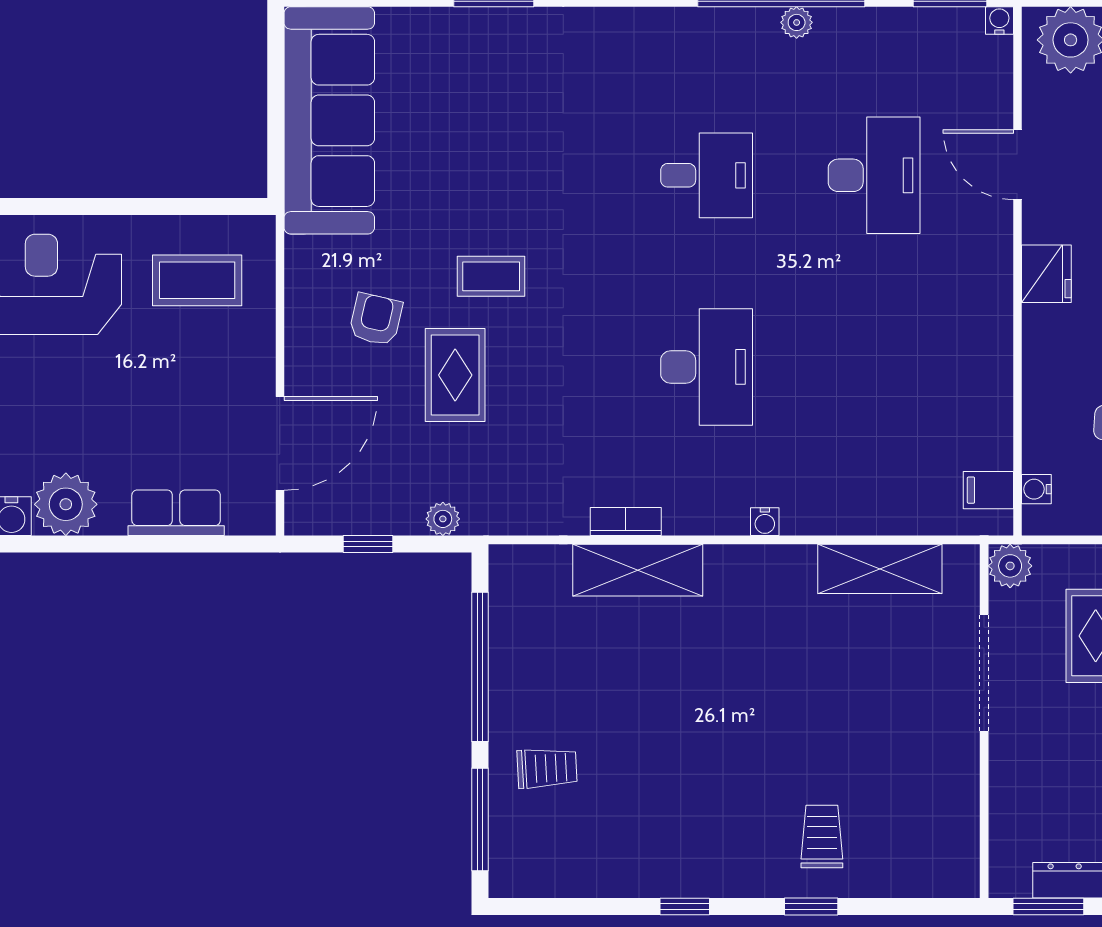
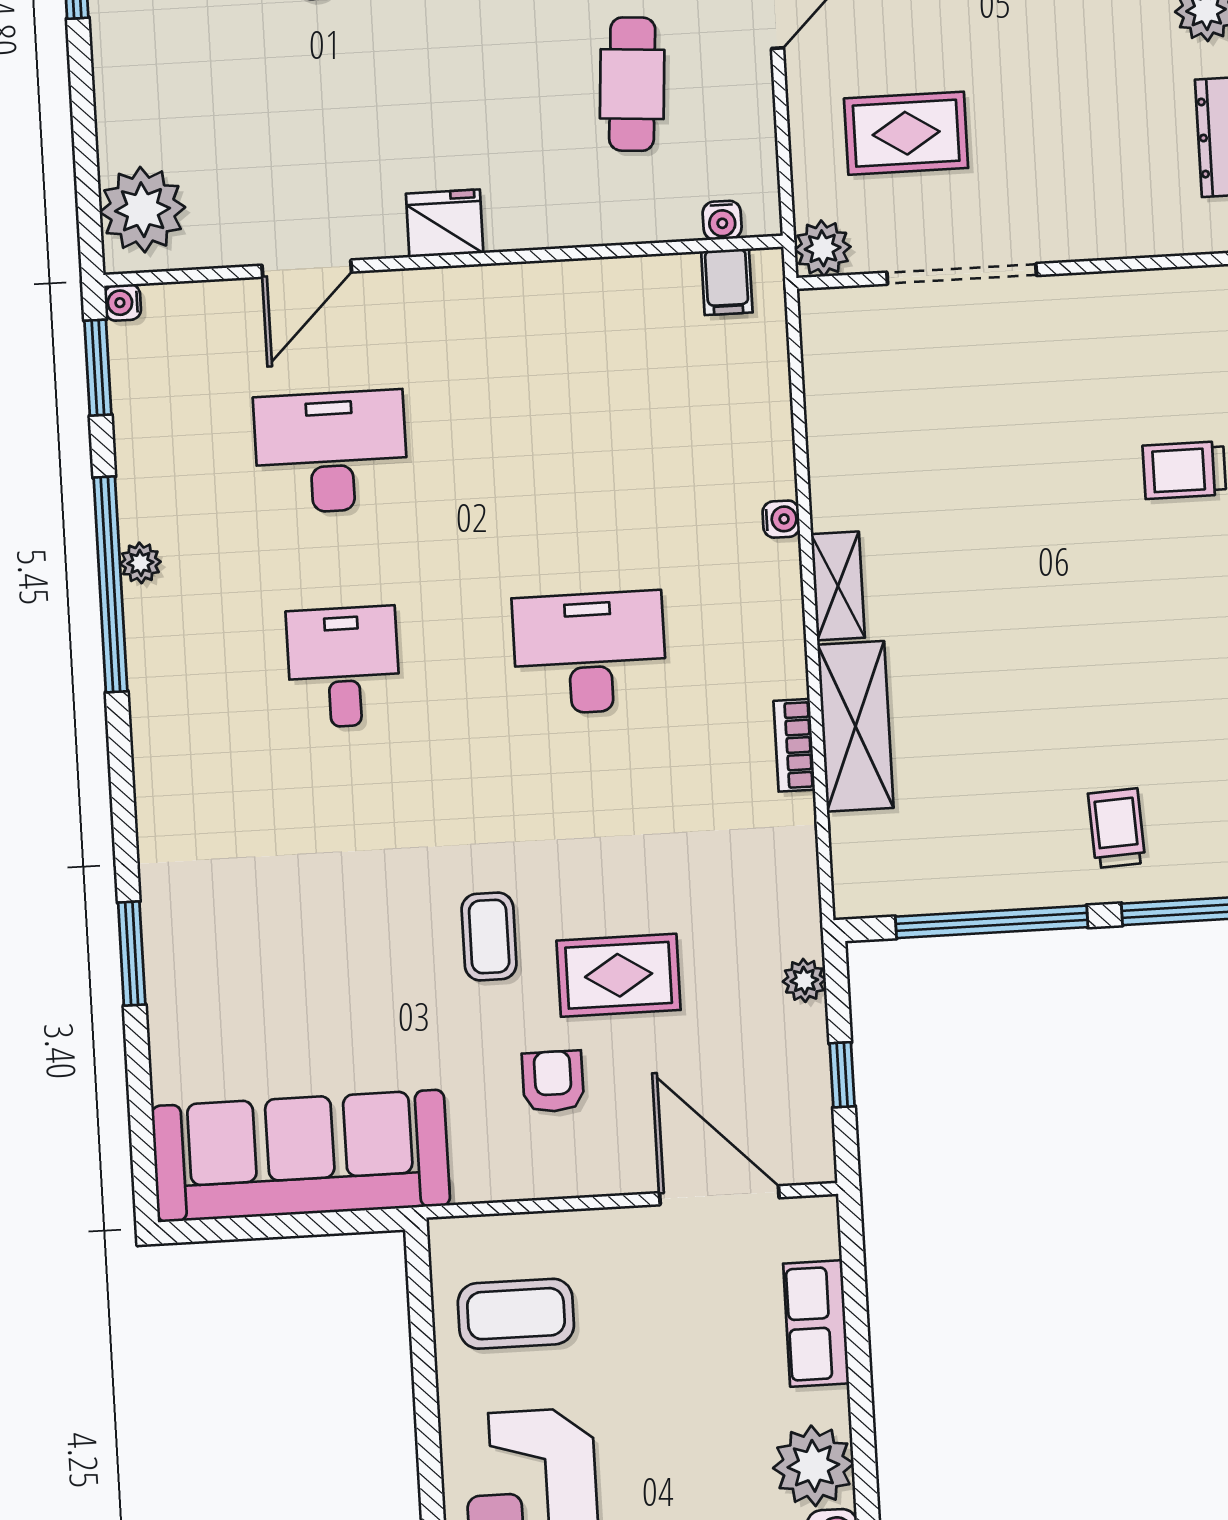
coffee table: (197, 280) -> (516, 1314), turned 90
armchair: (376, 319) -> (553, 1081), turned 77
water cooler: (765, 522) -> (781, 519), moved
shelving: (880, 569) -> (838, 586), moved, width x0.67, depth x0.75

